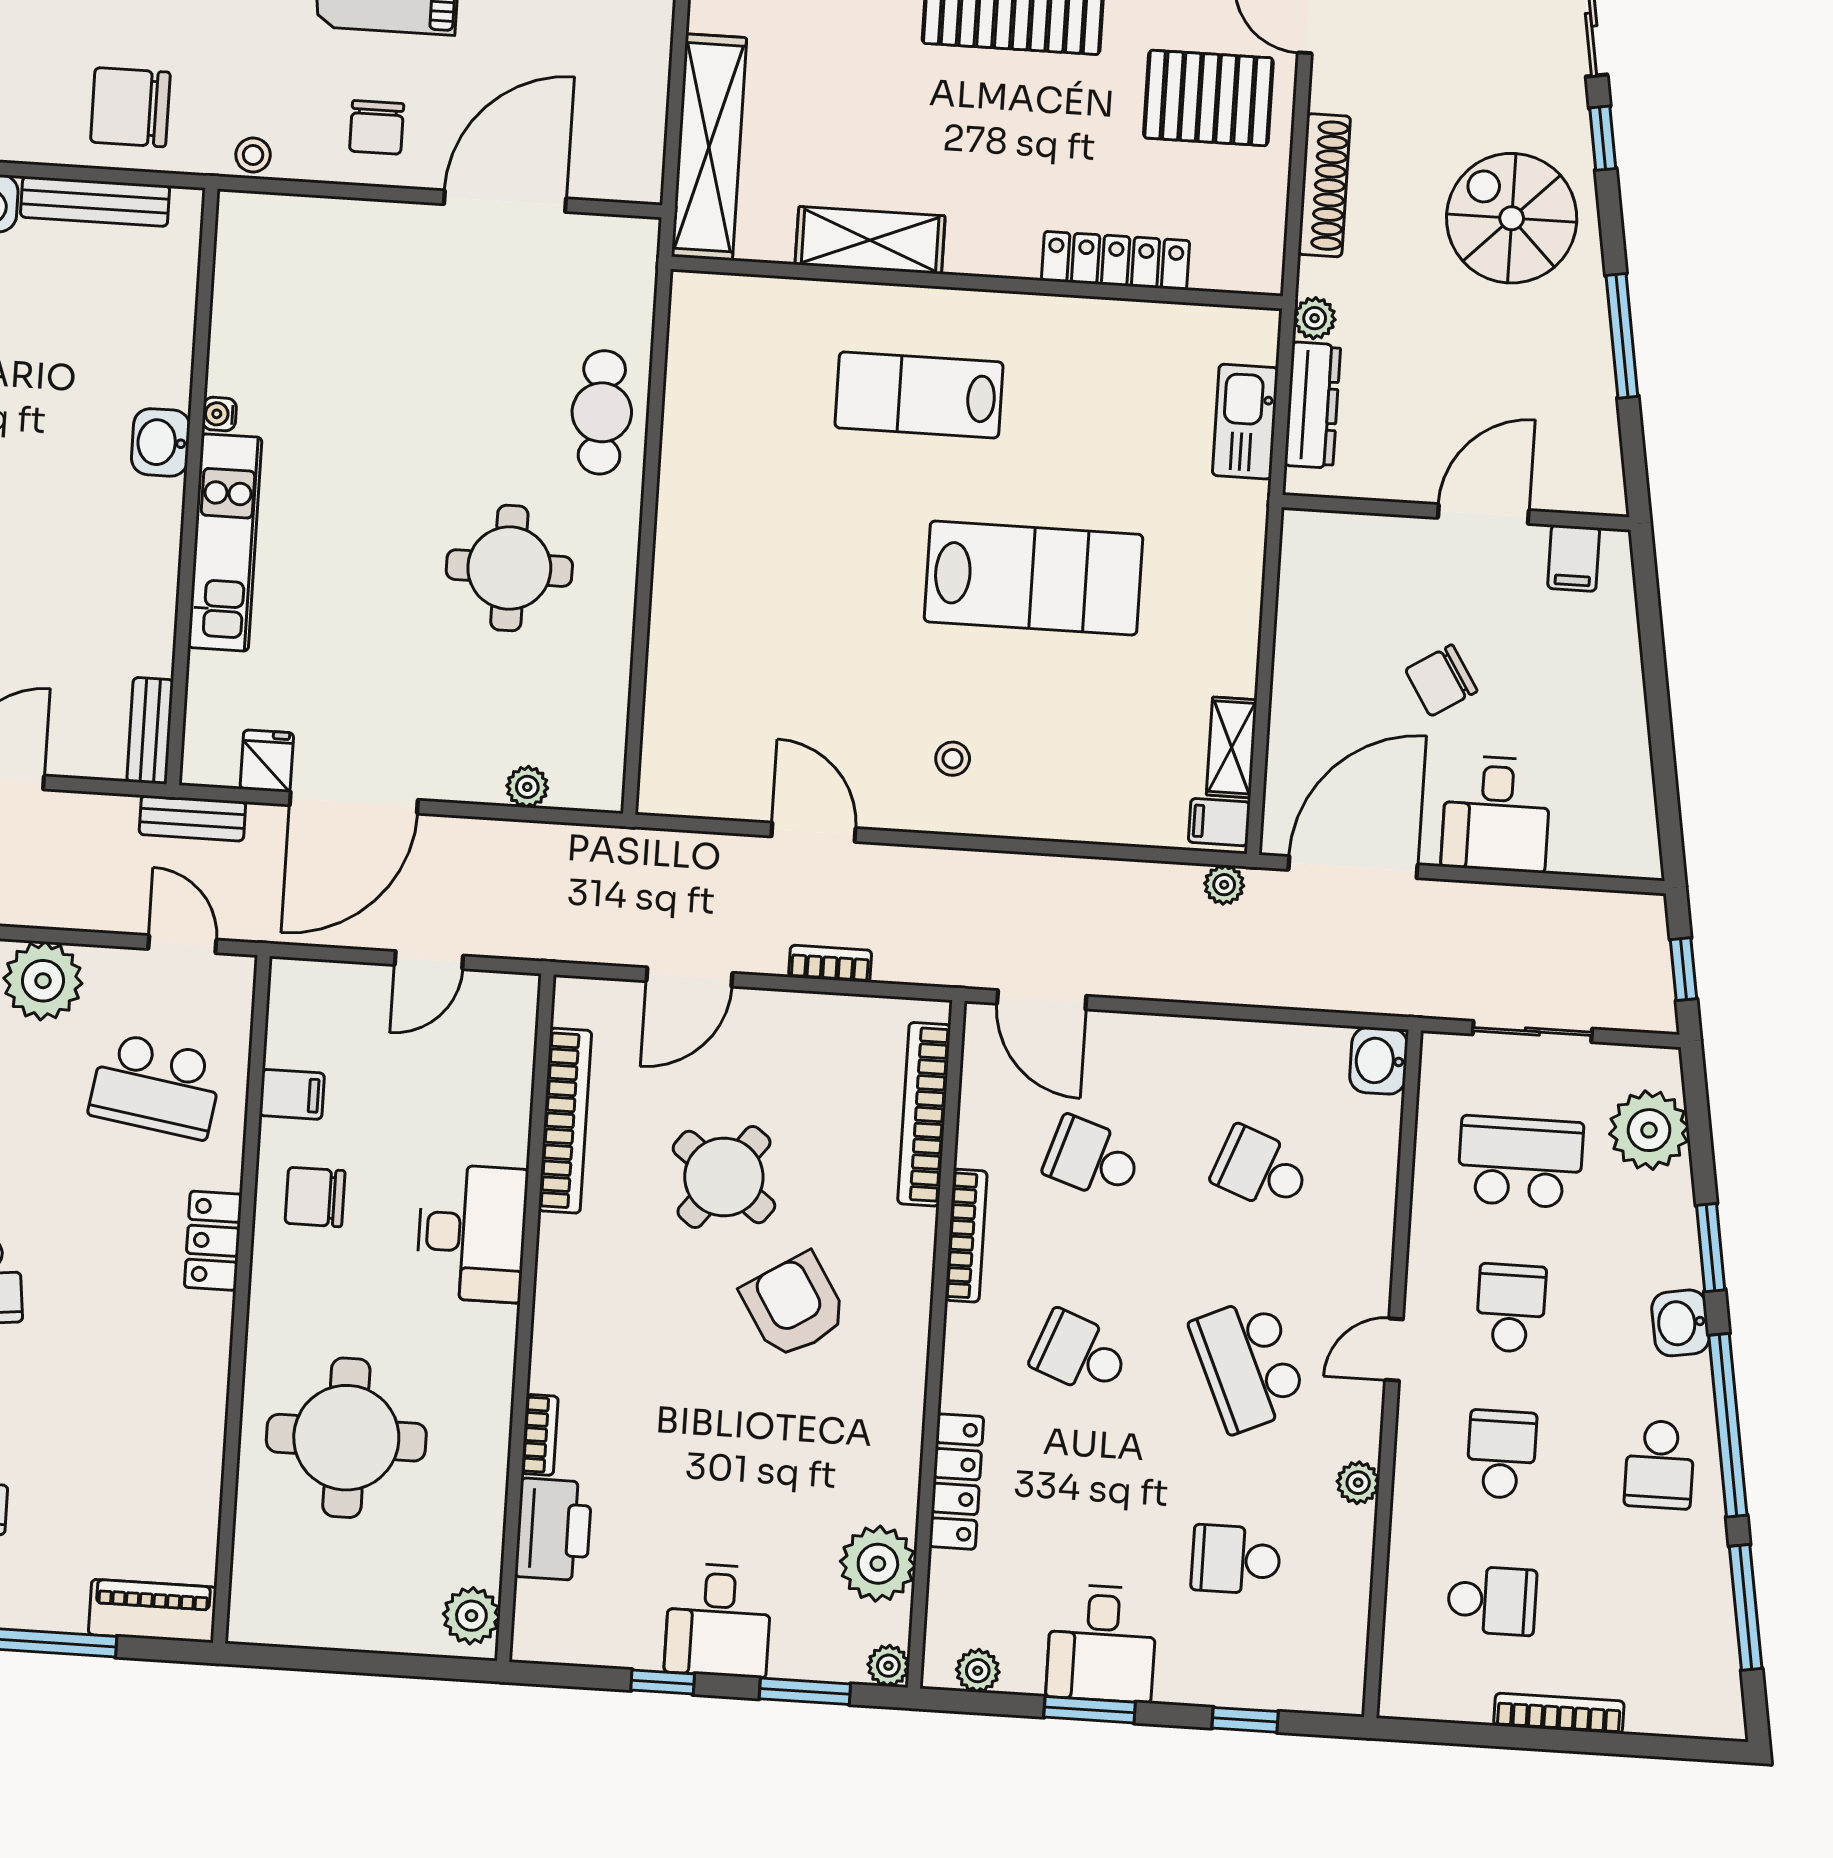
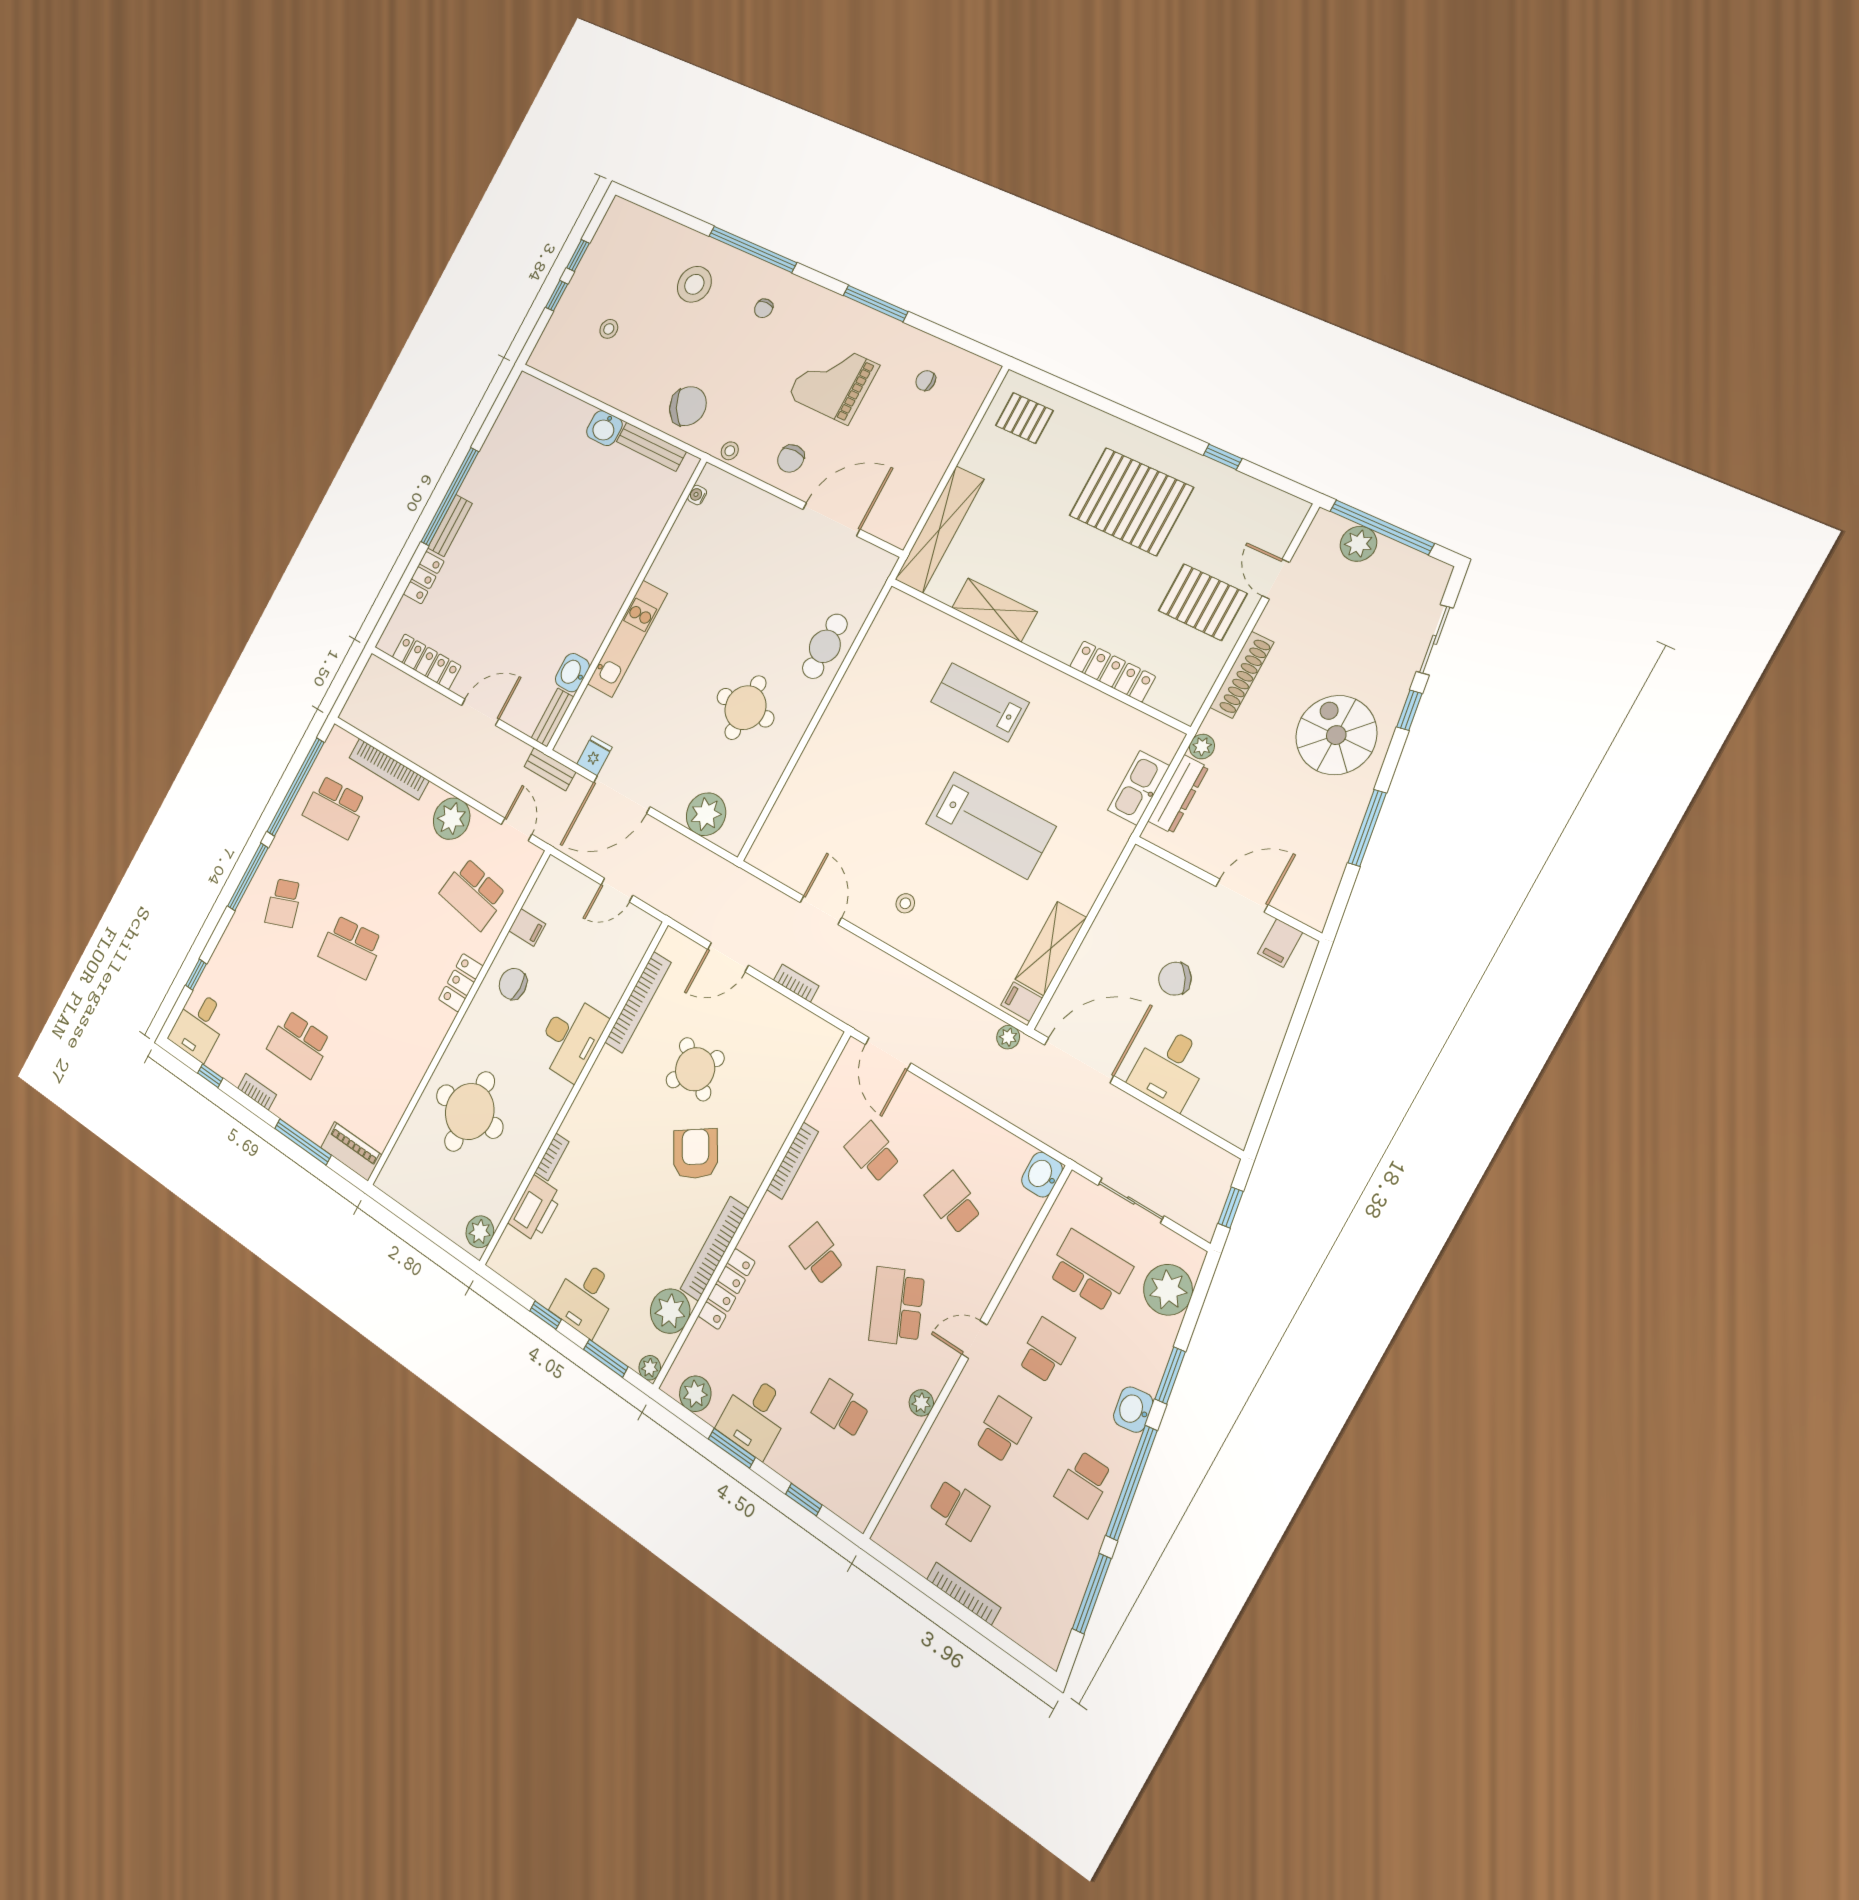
chair: (130, 107) -> (688, 406), turned 148
water cooler: (219, 414) -> (697, 495), moved
washbasin: (161, 442) -> (572, 673), moved
shelving: (1232, 747) -> (1051, 949), width x1.50, depth x1.33
plant: (527, 787) -> (706, 814), width x1.87, depth x1.87
bookcase: (924, 1114) -> (714, 1249), moved
plant: (978, 1671) -> (695, 1394), width x1.38, depth x1.38

